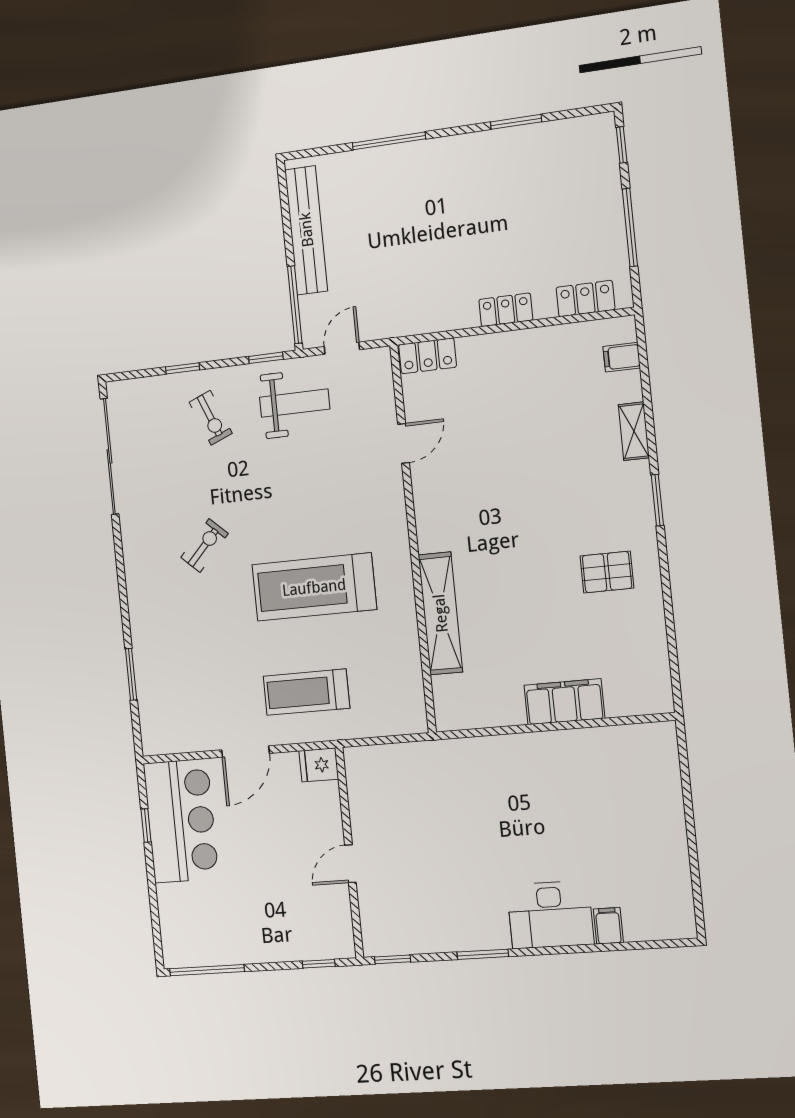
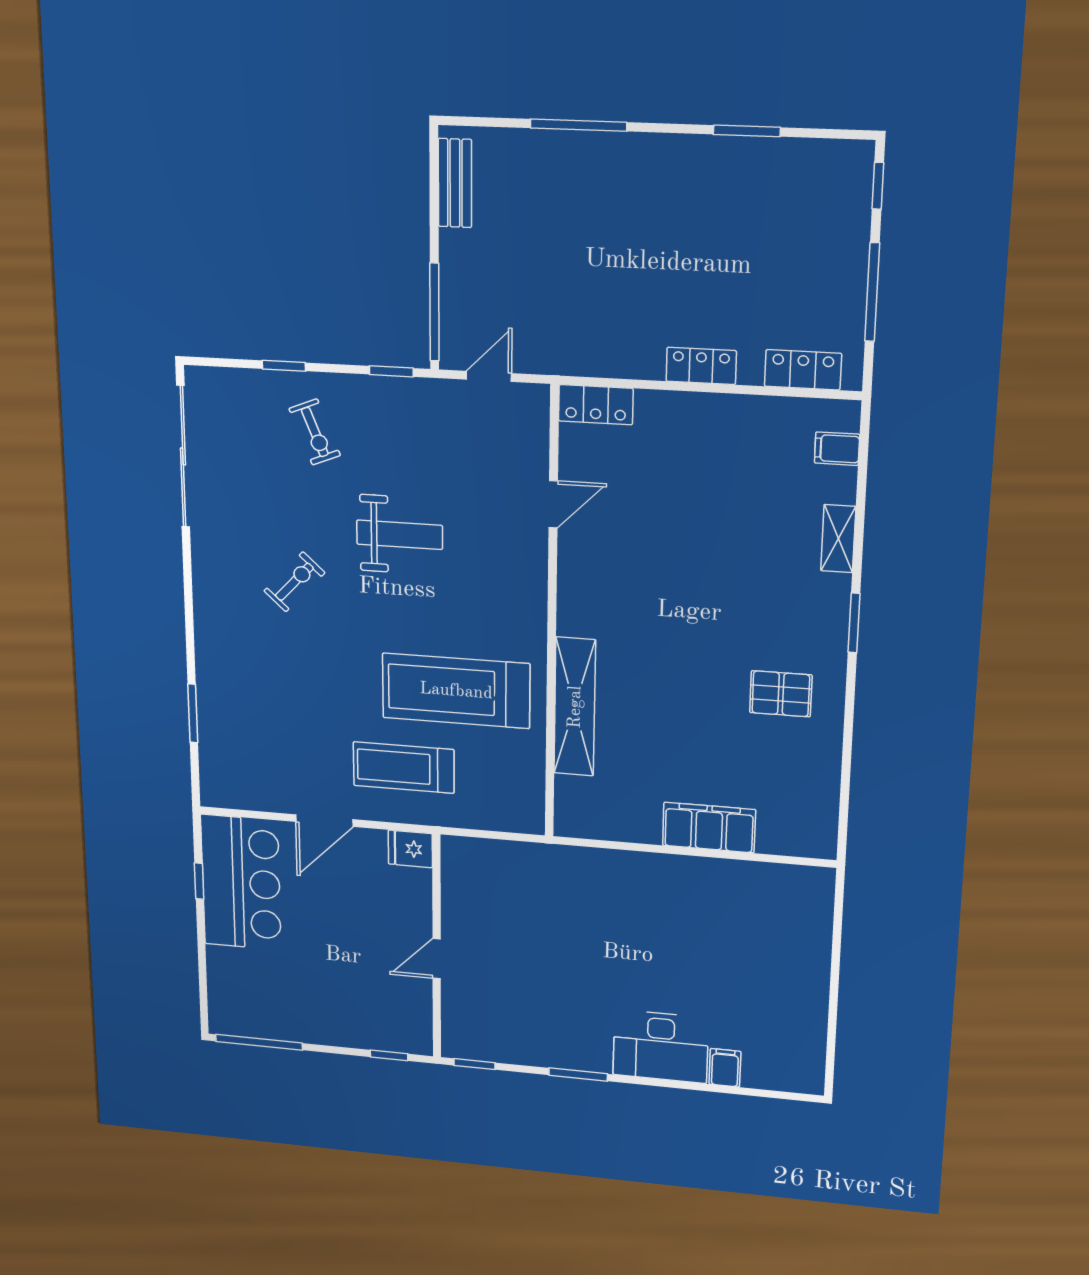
bench: (306, 230) -> (455, 183), width x0.54, depth x0.82
weight bench: (295, 403) -> (400, 535), moved
treadmill: (314, 587) -> (456, 691), moved

